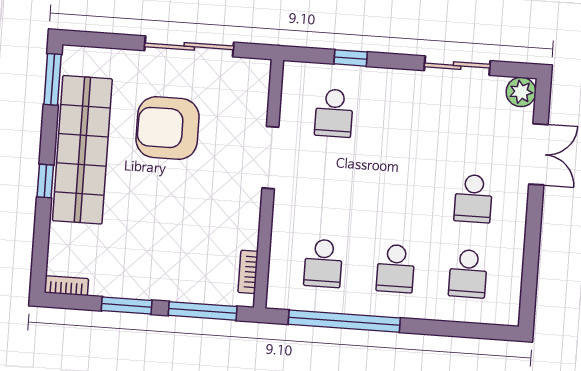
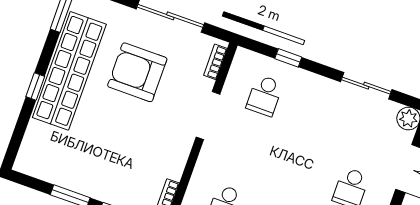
bookcase: (66, 286) -> (215, 62), moved, turned -90

